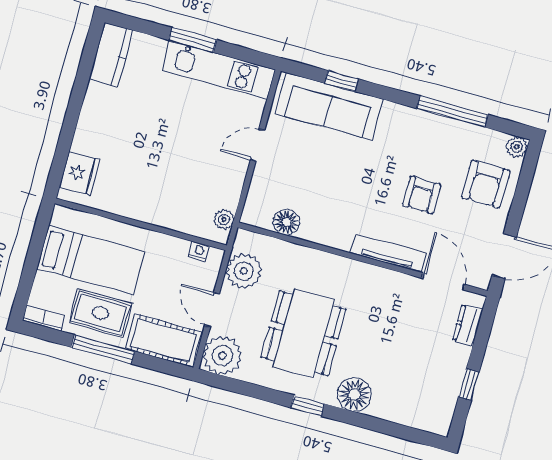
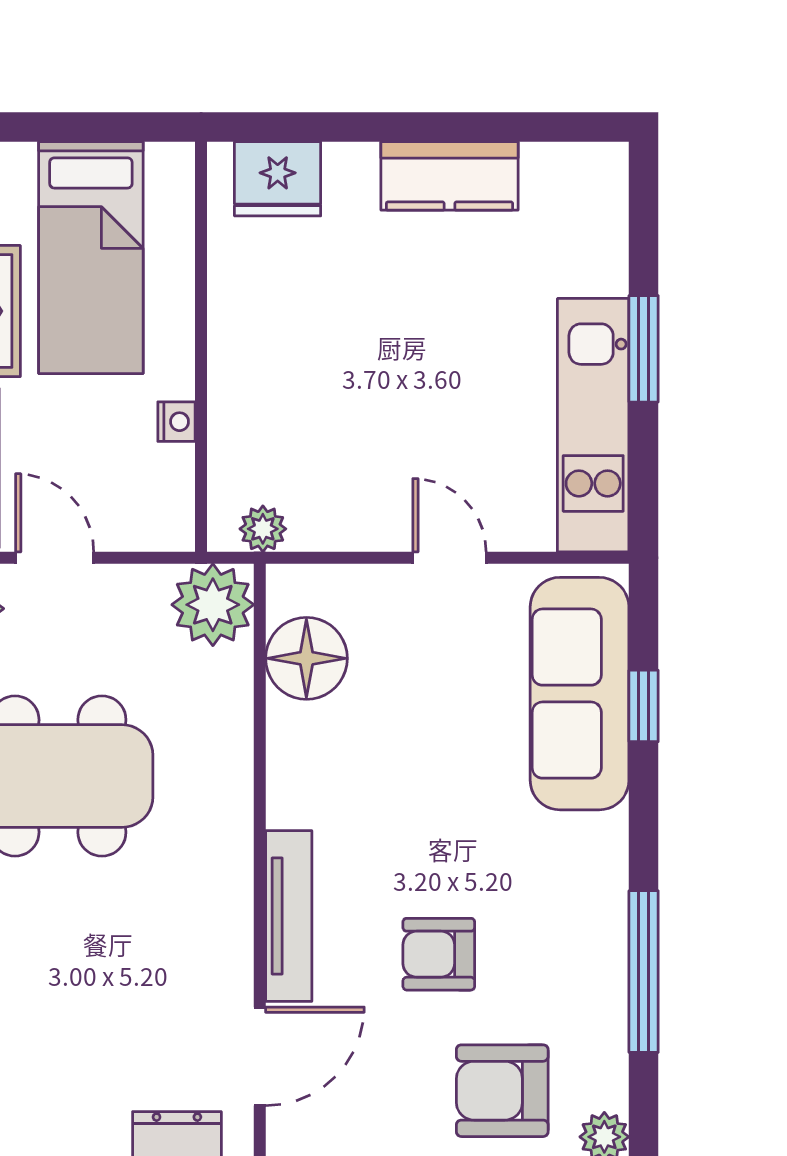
kitchen counter: (111, 55) -> (449, 176), moved
floor lamp: (286, 222) -> (306, 658), width x1.38, depth x1.38
nightstand: (199, 251) -> (177, 422), moved
plant: (244, 271) -> (213, 605), moved
door: (212, 310) -> (55, 558), hinge flipped

